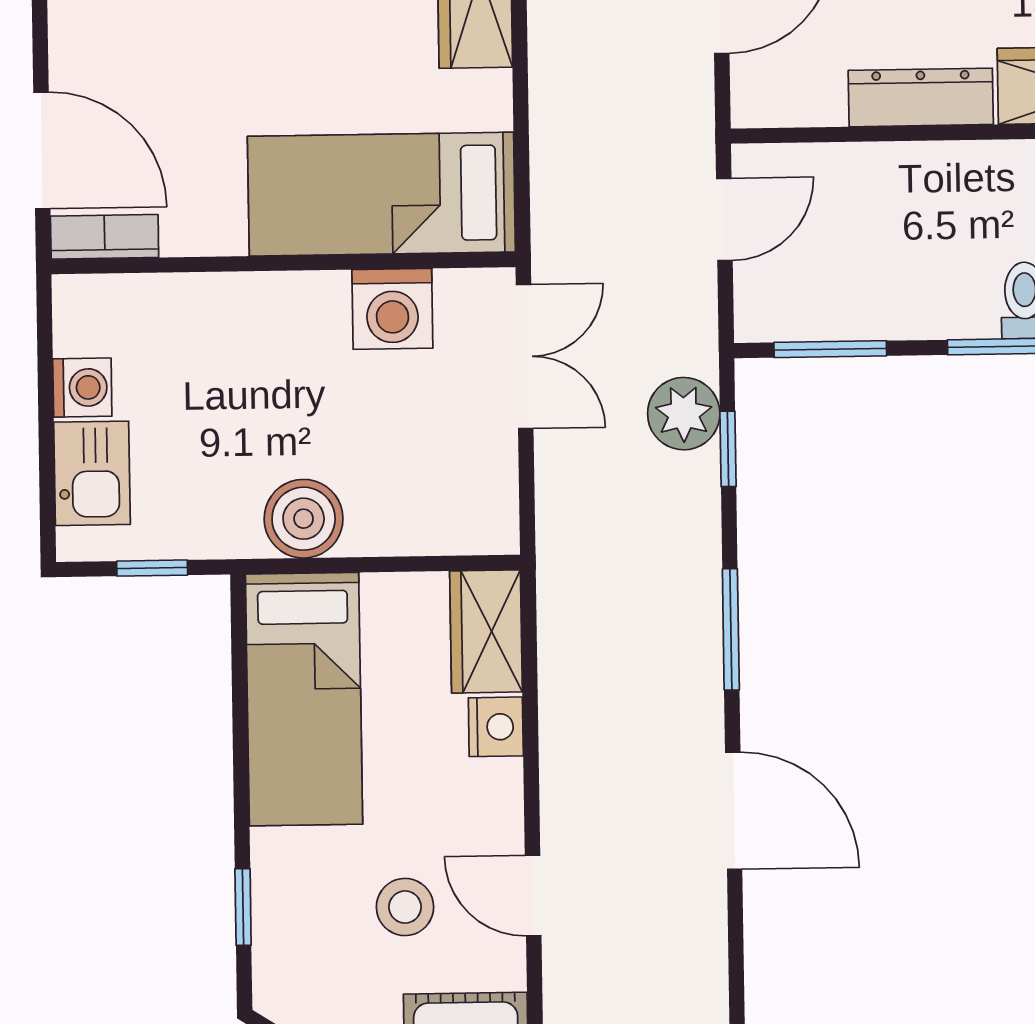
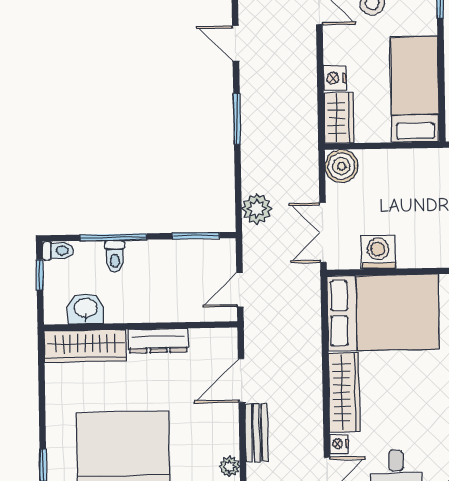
bed: (381, 194) -> (383, 312), width x1.50
window: (728, 449) -> (238, 194), removed
boiler: (304, 519) -> (341, 166), moved
door: (734, 811) -> (236, 43), width x0.73

